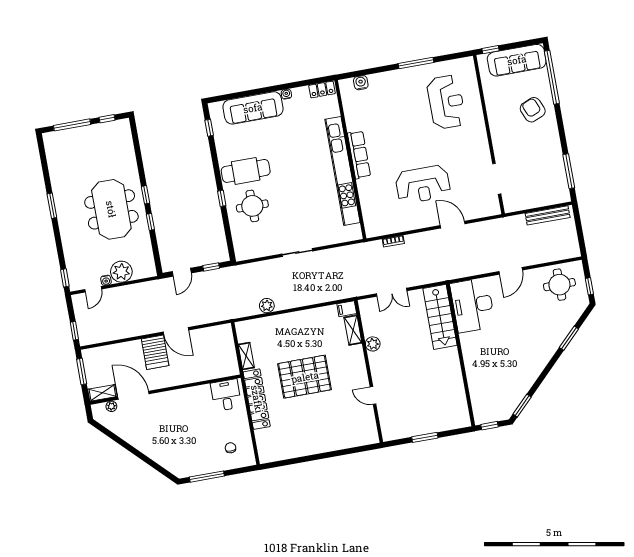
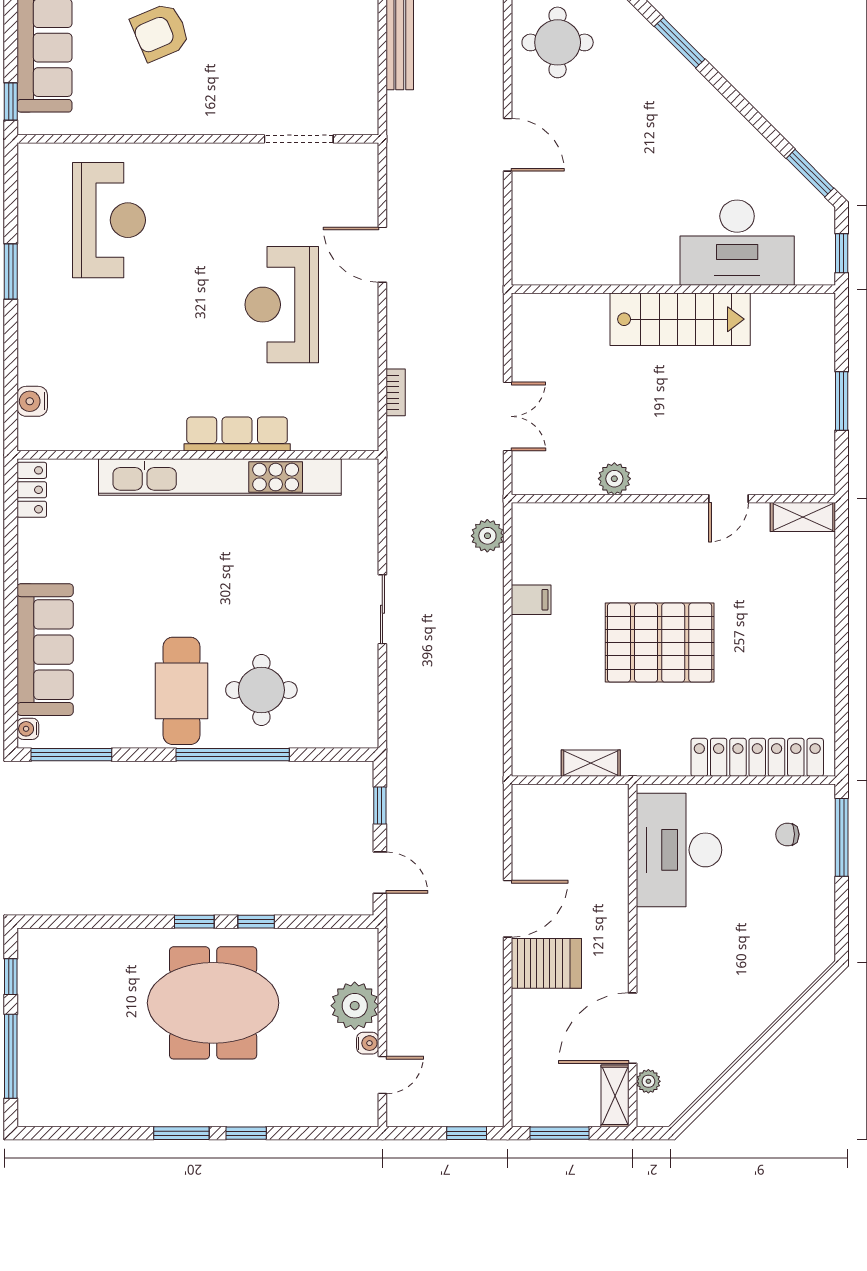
window: (416, 63) -> (11, 271), width x0.69
water cooler: (286, 94) -> (28, 729), moved
reception desk: (446, 102) -> (109, 220), turned 90
window: (209, 128) -> (71, 755), width x2.17
row of seats: (359, 155) -> (237, 434), moved
reception desk: (423, 184) -> (282, 305), turned 180
window: (222, 198) -> (233, 755), width x3.17
door: (453, 225) -> (382, 255), hinge flipped
window: (65, 278) -> (246, 1133), moved
door: (93, 289) -> (382, 1075), hinge flipped
desk: (473, 305) -> (737, 243), moved
plant: (267, 306) -> (487, 536), moved
filing cabinet: (347, 309) -> (531, 600), moved, turned -90
stairs: (440, 317) -> (680, 319), moved
shelving: (353, 330) -> (803, 517), moved
pallet: (305, 377) -> (660, 643), turned 90
desk: (226, 395) -> (679, 850), width x1.87, depth x1.30
locker: (257, 399) -> (757, 757), moved
window: (207, 477) -> (842, 837), moved

